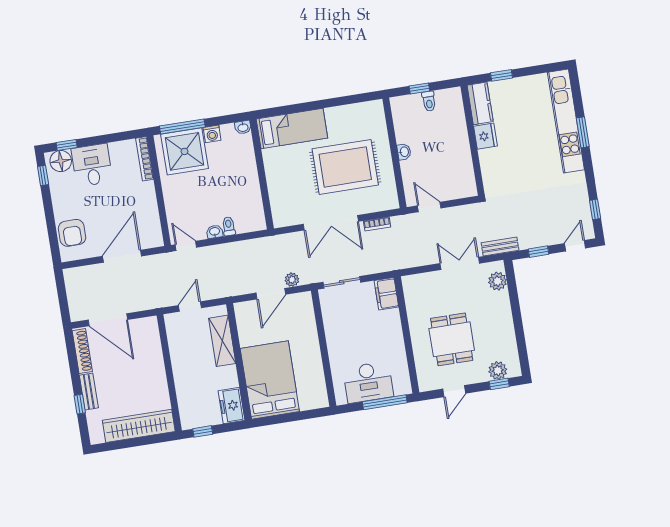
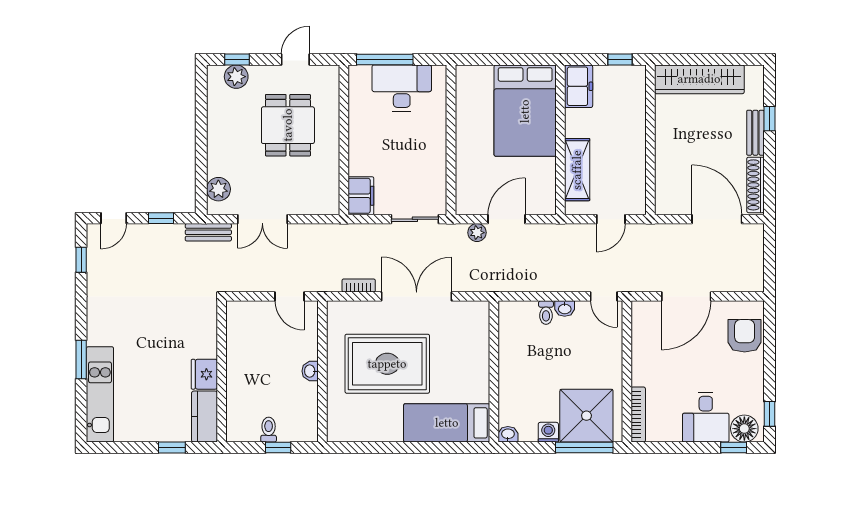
kitchen unit: (566, 121) -> (100, 394), width x0.73

